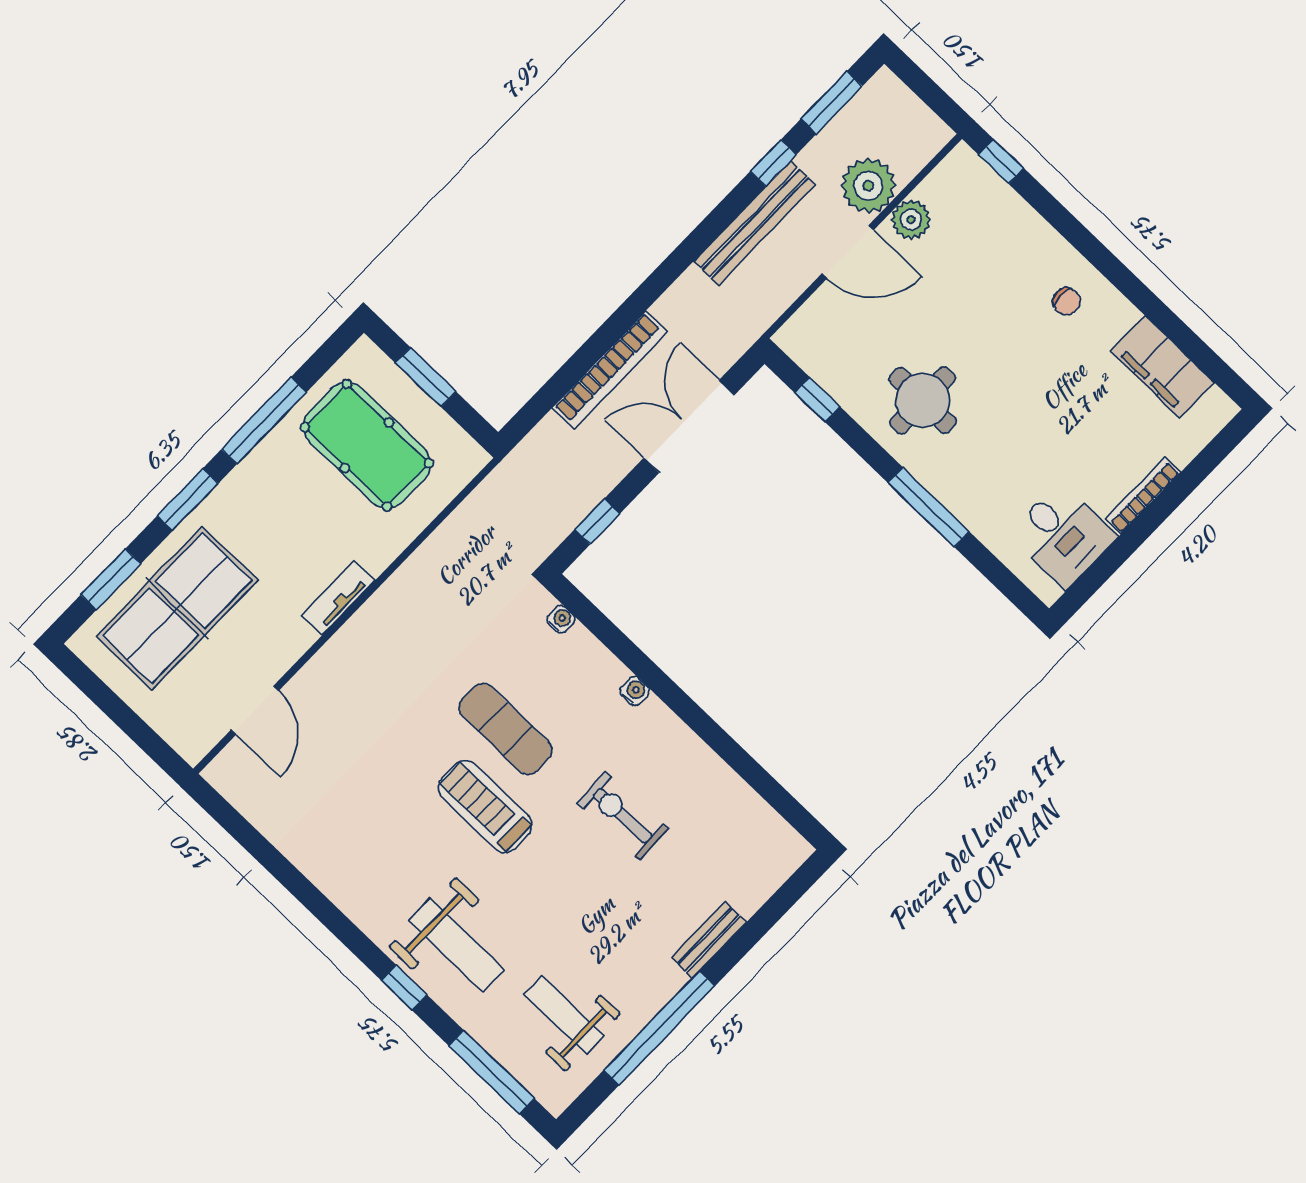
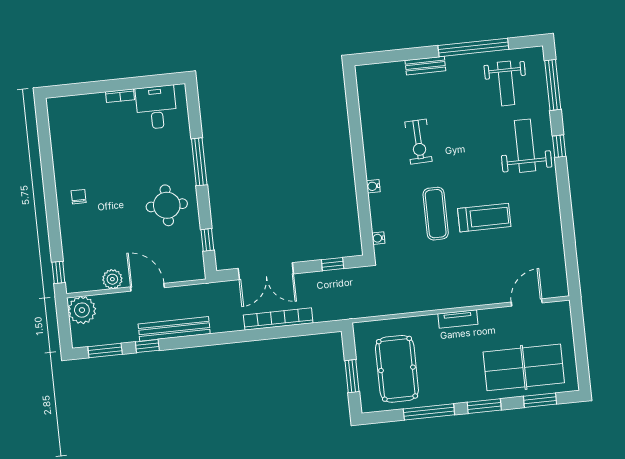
plant: (868, 186) -> (82, 310), moved
filing cabinet: (1162, 367) -> (63, 140), removed
bookcase: (1143, 496) -> (120, 96), width x0.64
treadmill: (485, 806) -> (484, 218), moved, turned -90

